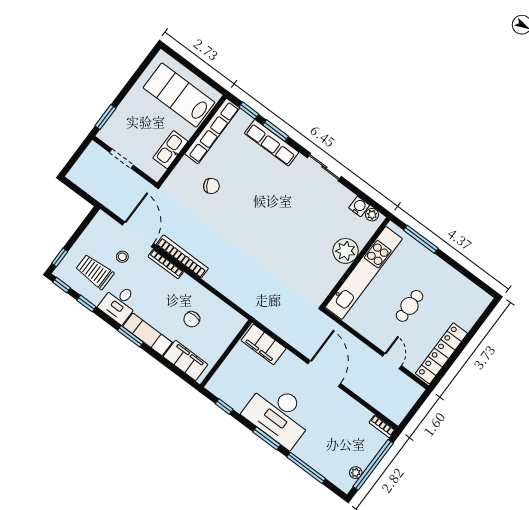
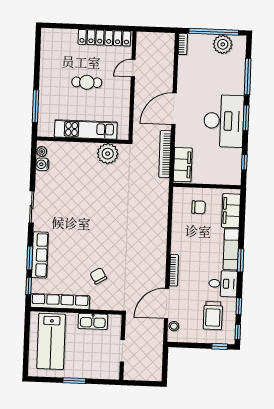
window: (105, 117) -> (74, 381), moved
plant: (346, 251) -> (108, 154), moved
bookcase: (182, 256) -> (165, 154), moved
stool: (122, 257) -> (174, 326), moved
kitchen unit: (364, 273) -> (86, 130), width x0.73
chair: (192, 319) -> (199, 207), moved
plant: (356, 473) -> (223, 44), width x1.88, depth x1.88

